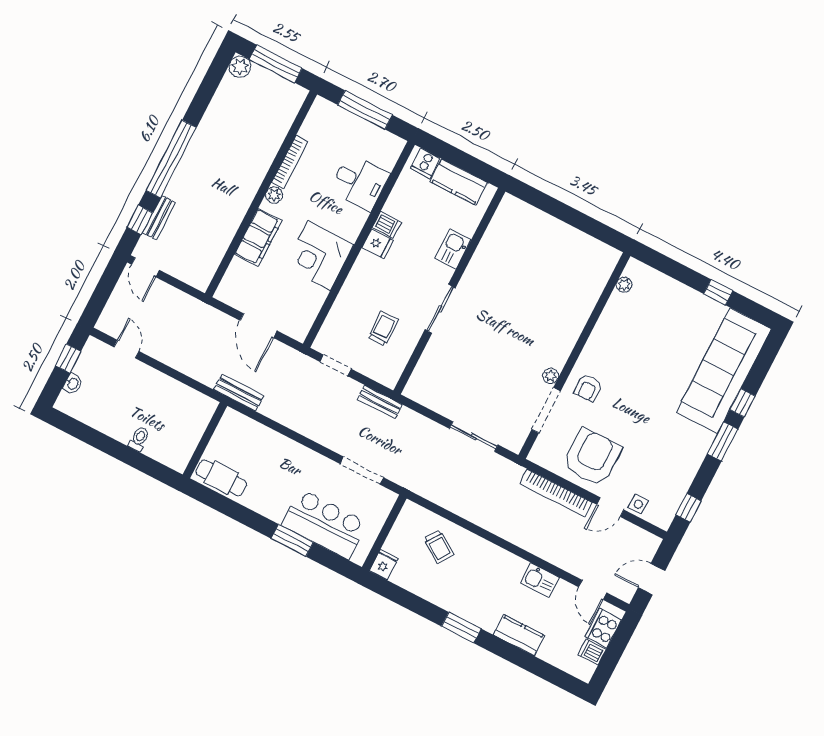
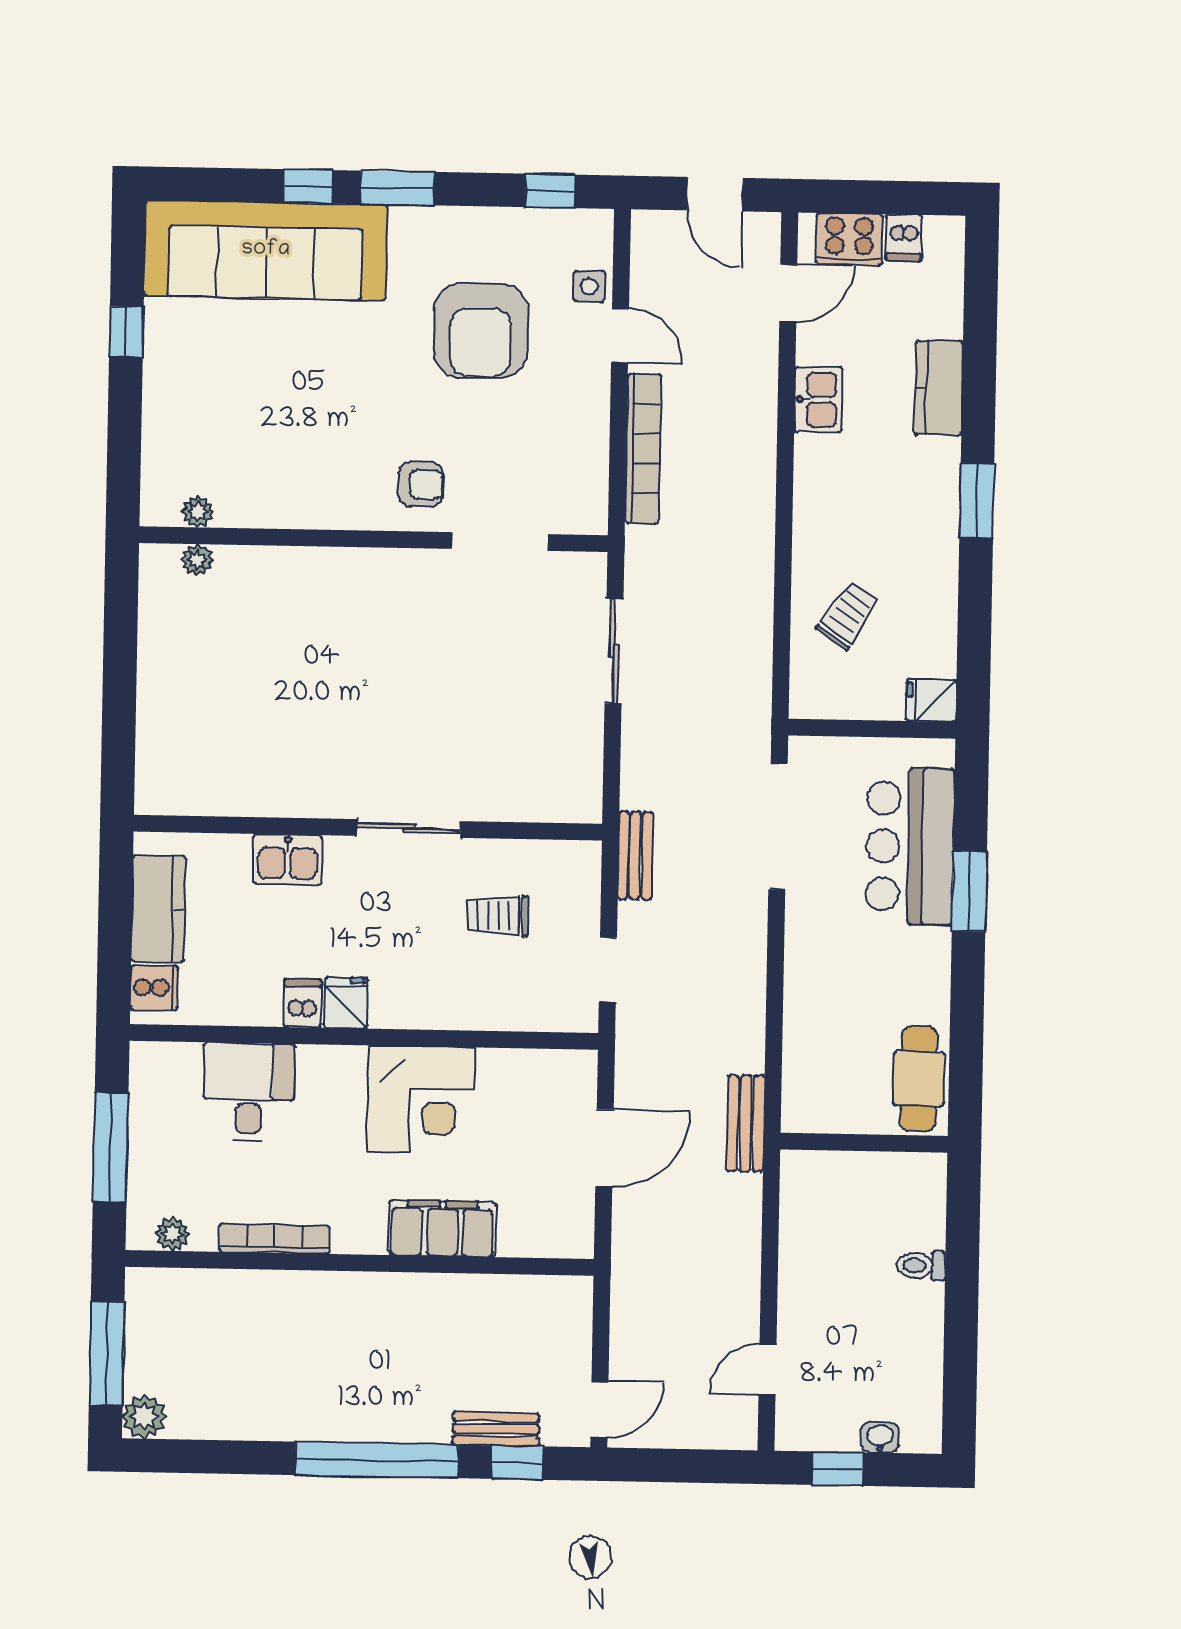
plant: (274, 195) -> (172, 1234), moved
plant: (551, 376) -> (197, 560), moved
armchair: (592, 457) -> (481, 331), moved, turned -90
doorway: (362, 471) -> (778, 826), width x1.36

